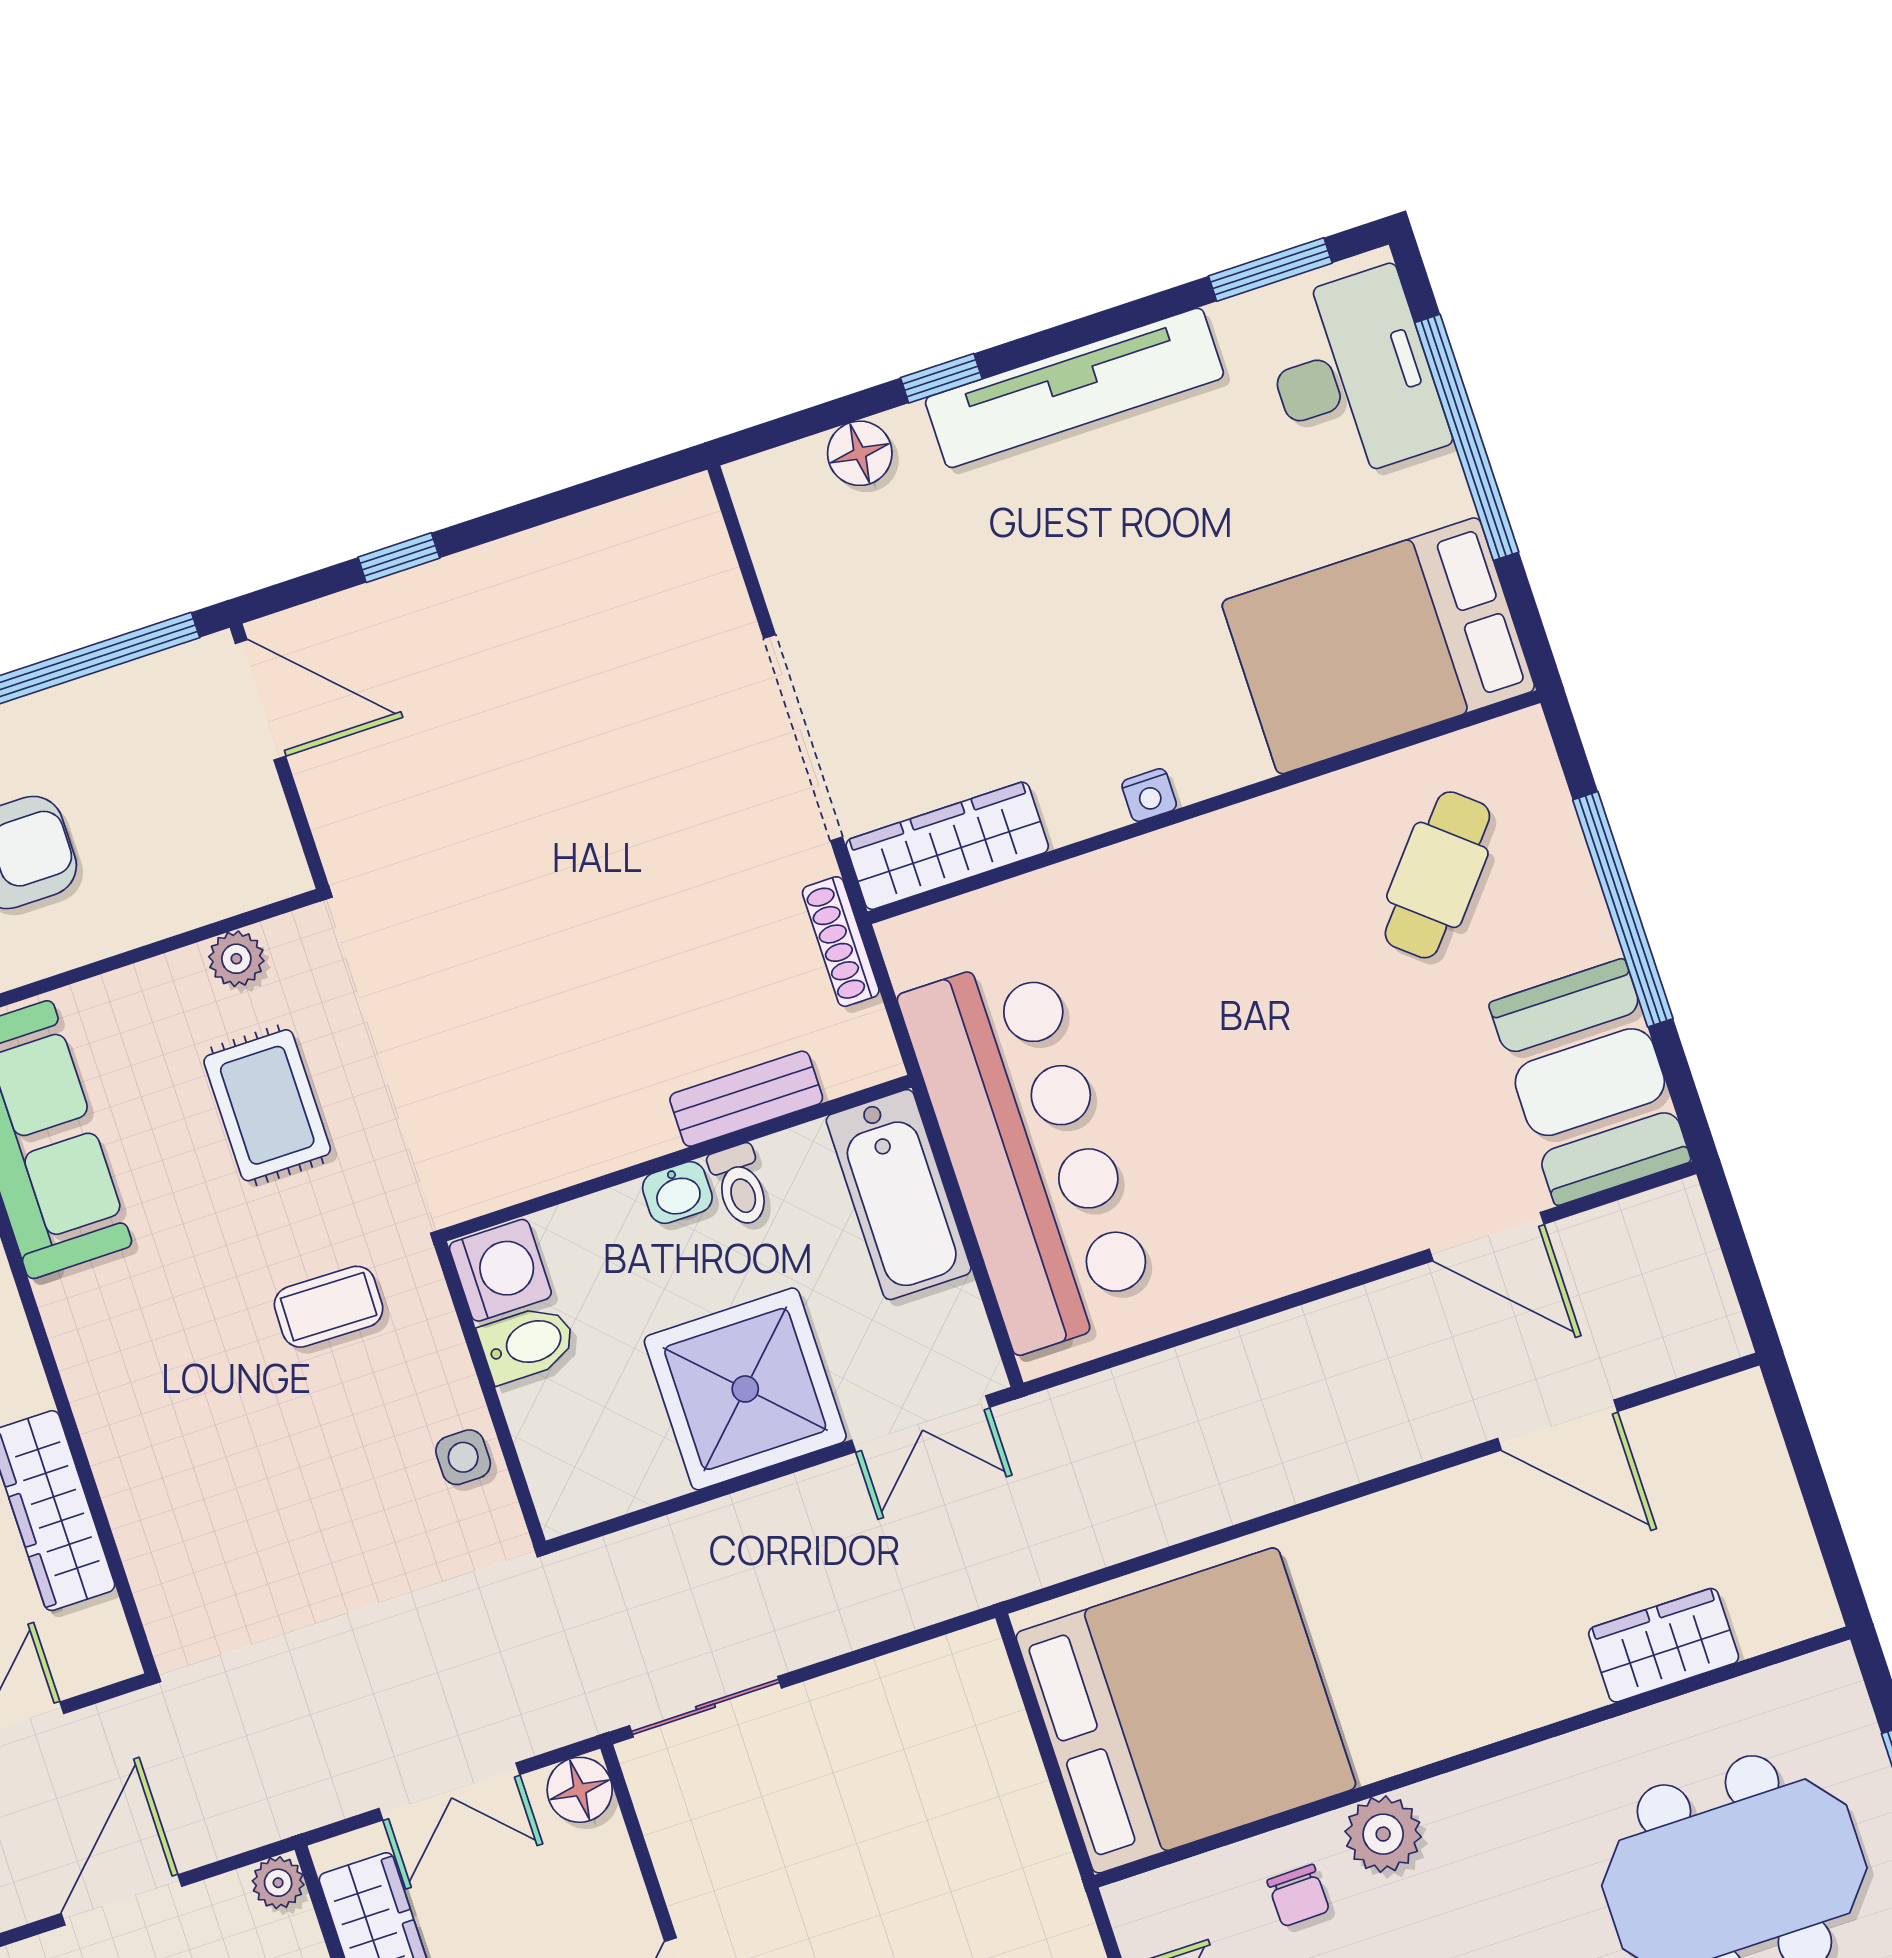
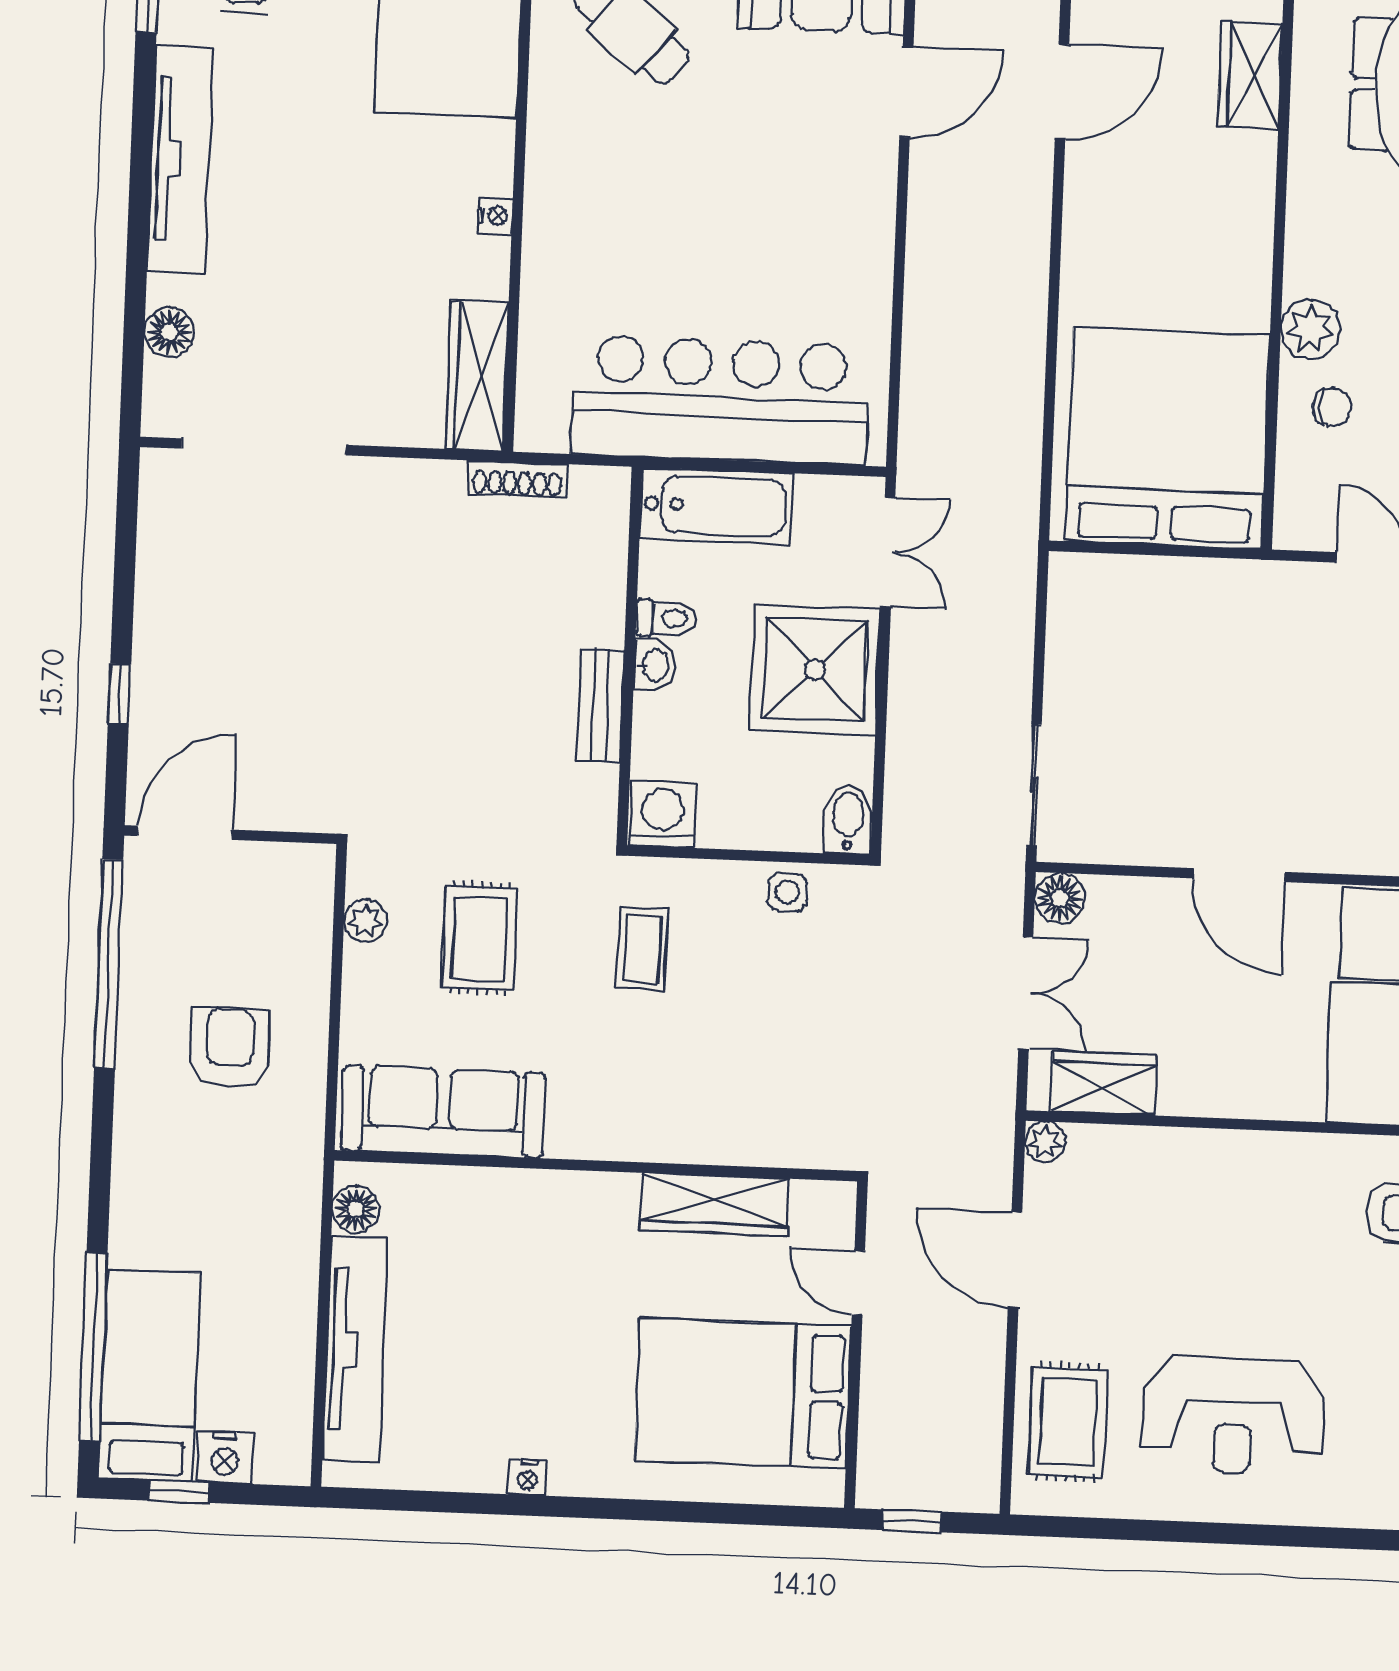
window: (941, 378) -> (137, 253), removed
doorway: (803, 738) -> (264, 447), moved
bench: (746, 1099) -> (601, 705), moved
rug: (267, 1105) -> (480, 938), turned 90
bidet: (528, 1344) -> (848, 820), moved

